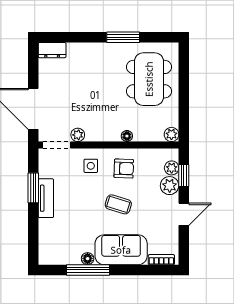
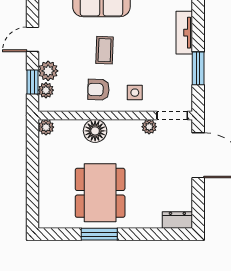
dining table: (149, 79) -> (100, 193), moved
floor lamp: (127, 136) -> (95, 131), width x1.89, depth x1.89
tv unit: (46, 198) -> (184, 33), moved
coffee table: (118, 204) -> (105, 50), turned 75

